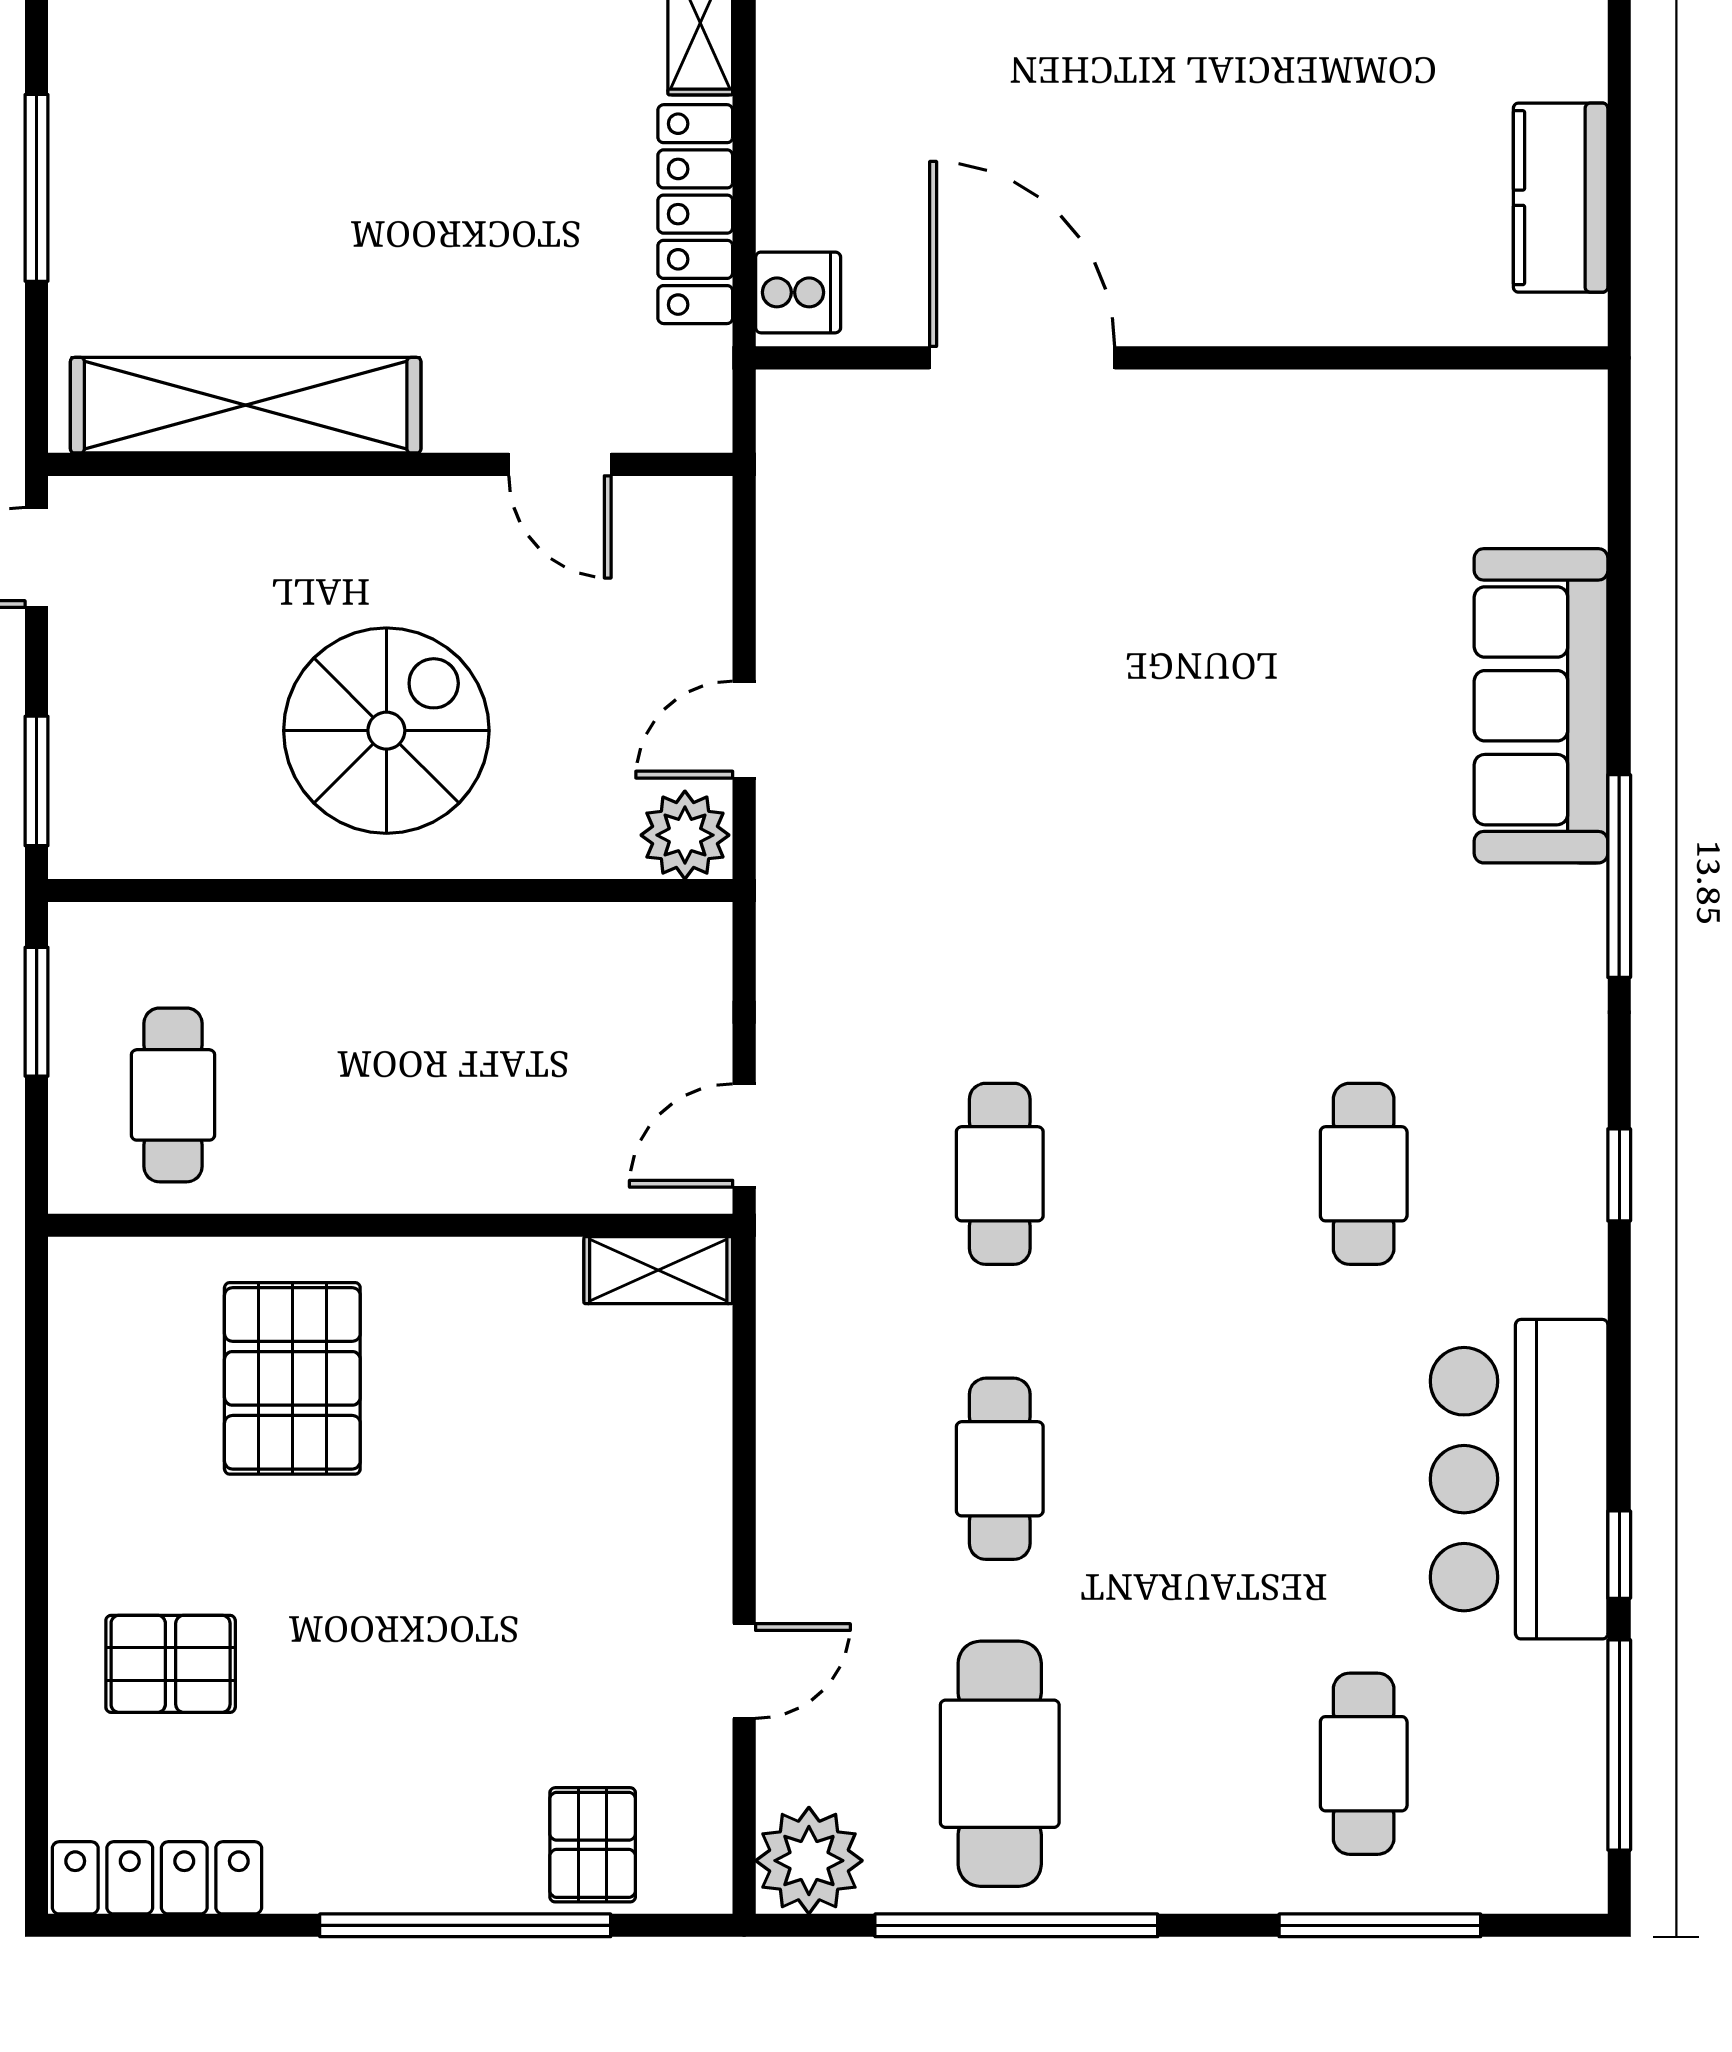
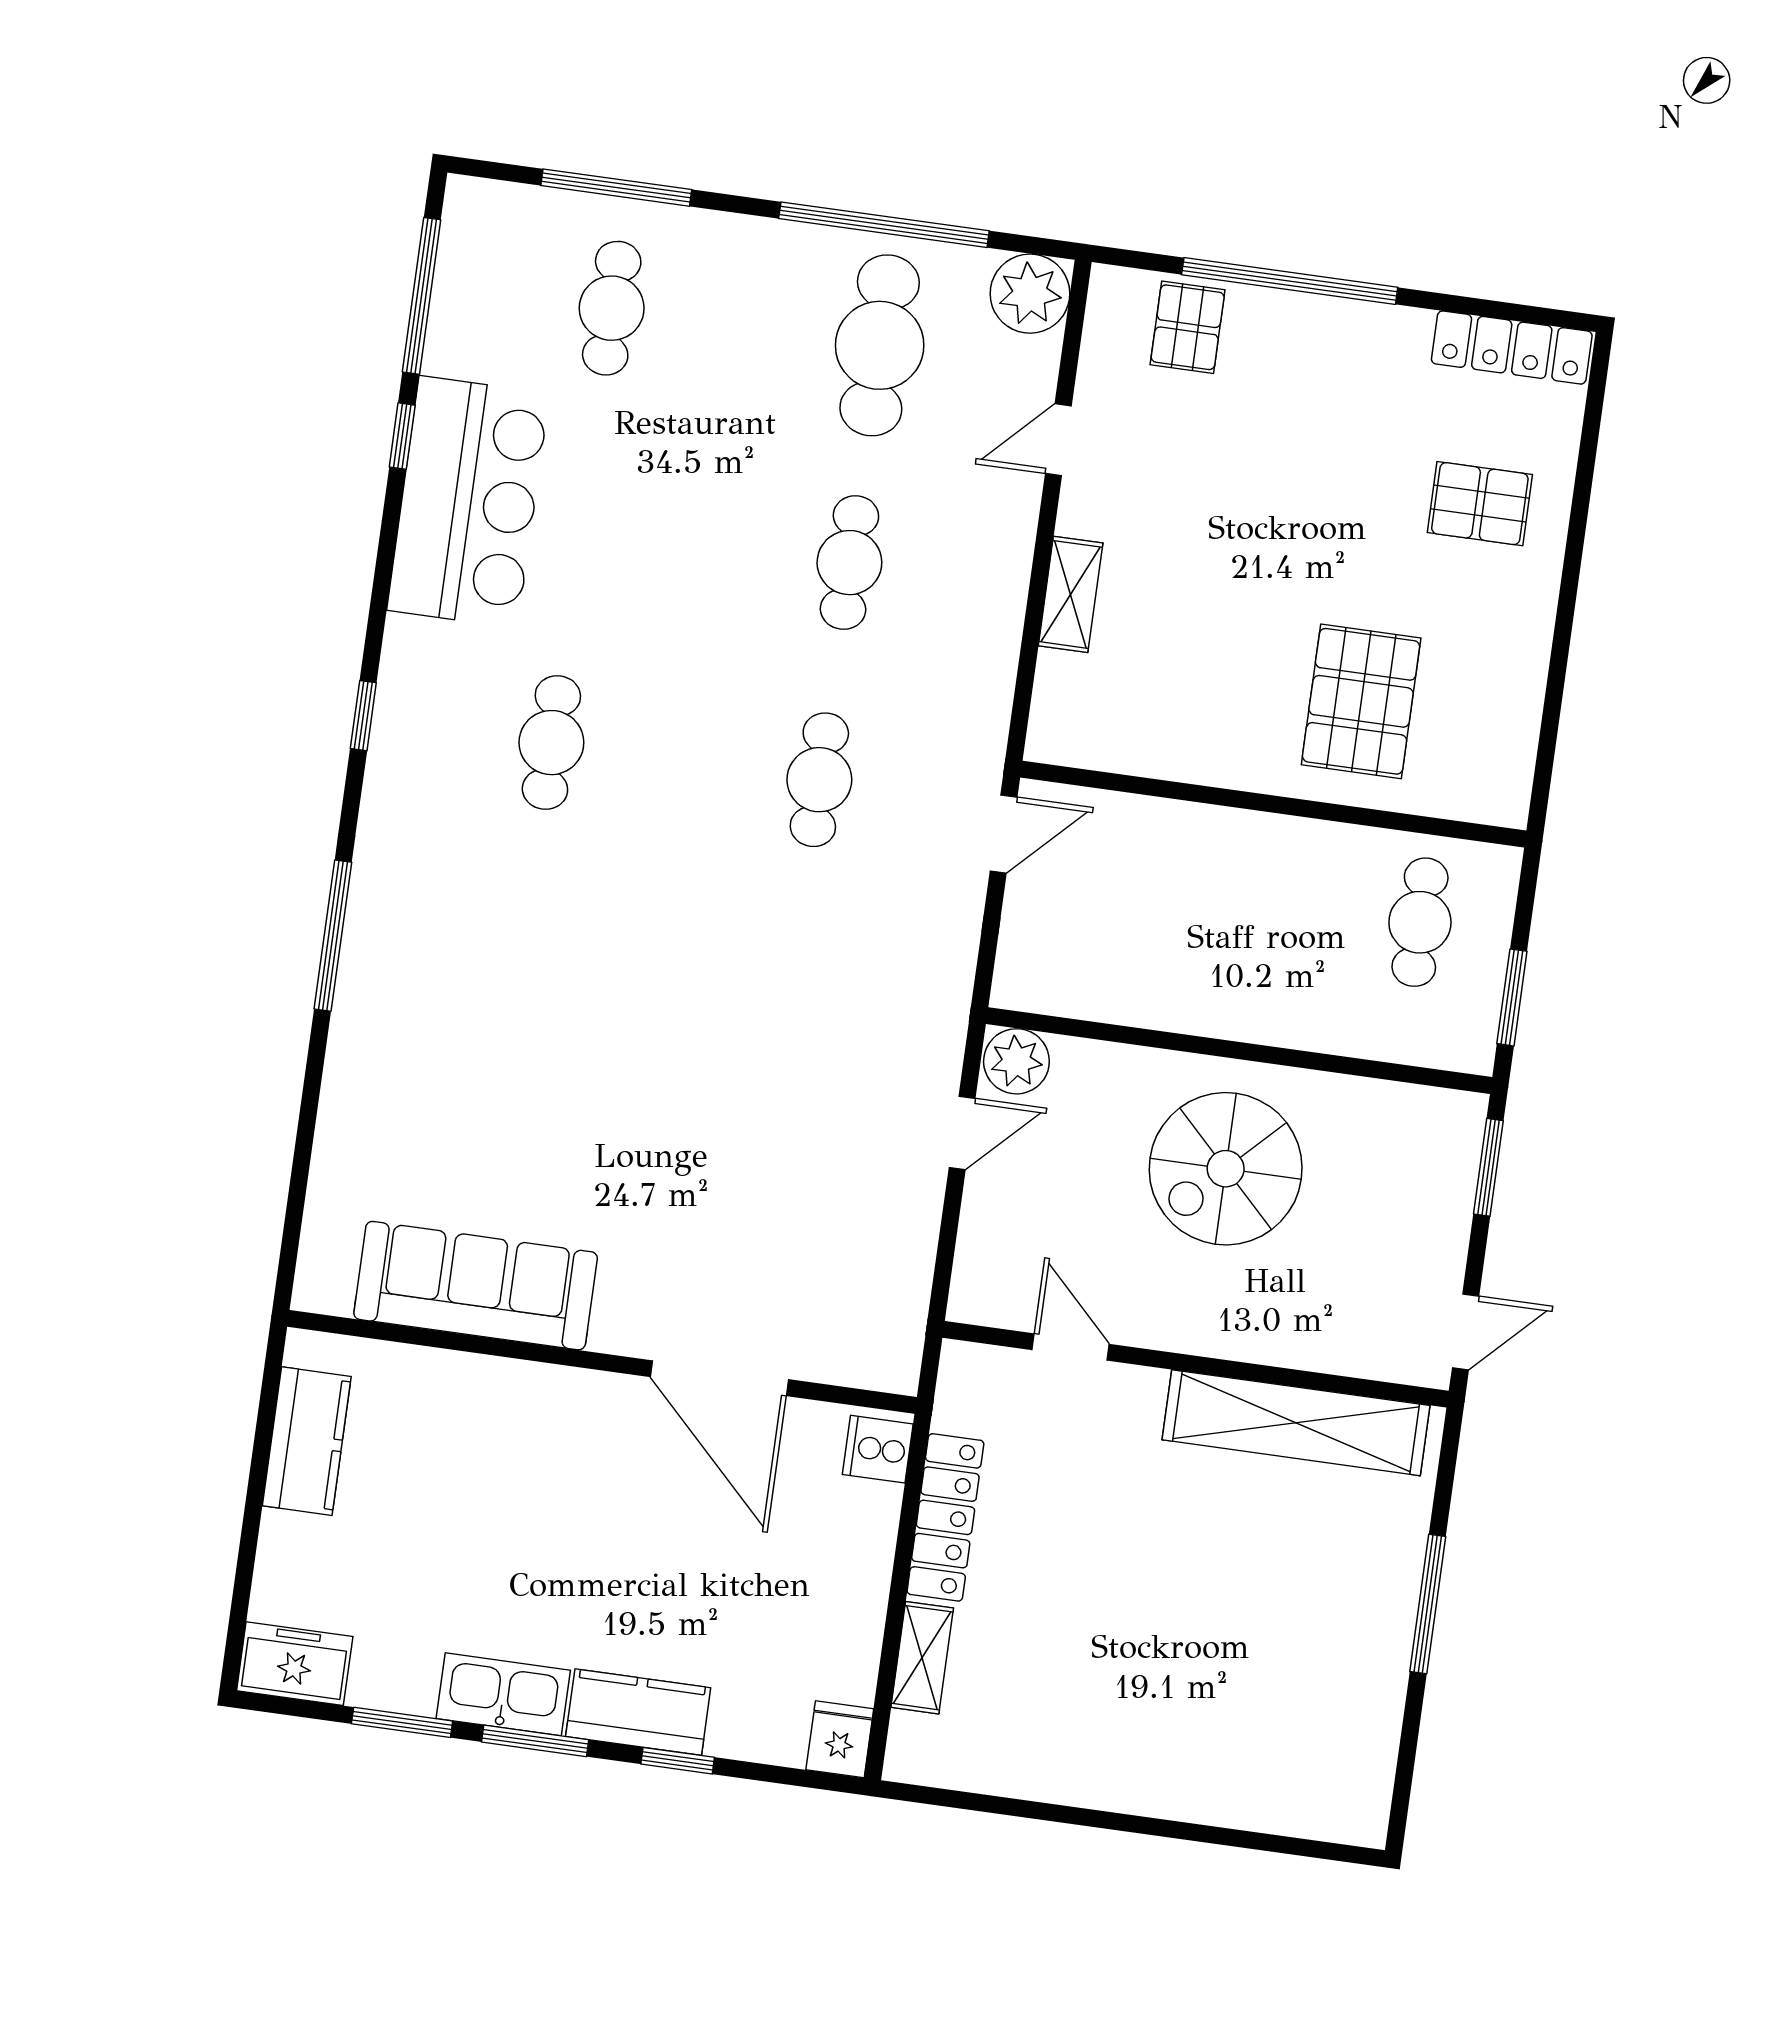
sofa: (1541, 706) -> (476, 1286), moved, turned -90
shelving: (658, 1270) -> (1071, 594), moved, turned 90

